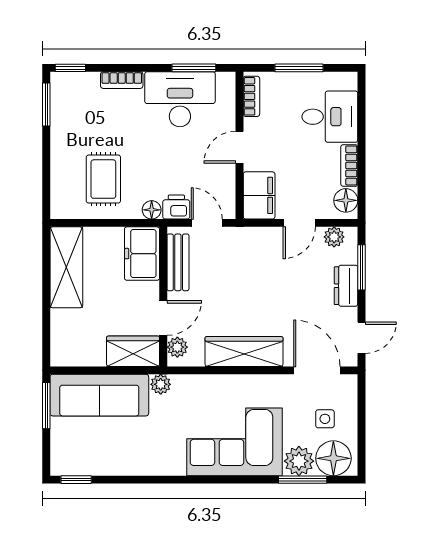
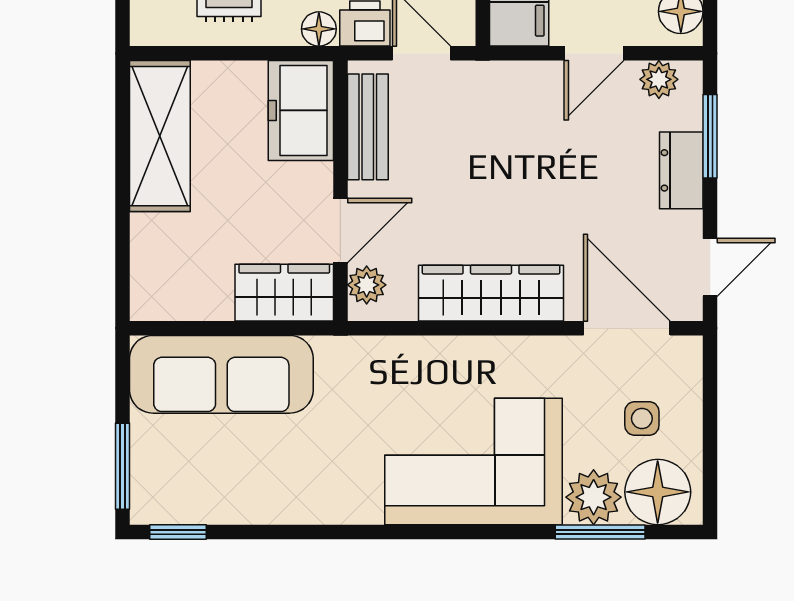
plant: (161, 384) -> (336, 354), removed
window: (46, 406) -> (123, 466), moved

